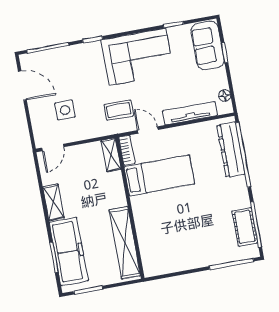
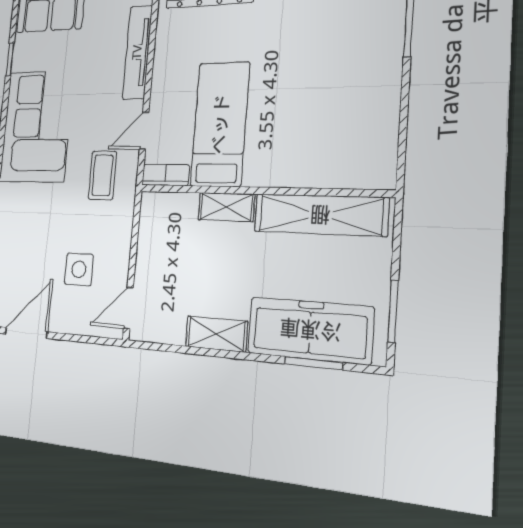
door: (53, 147) -> (128, 308), swing flipped
shelving: (111, 155) -> (226, 207), moved

